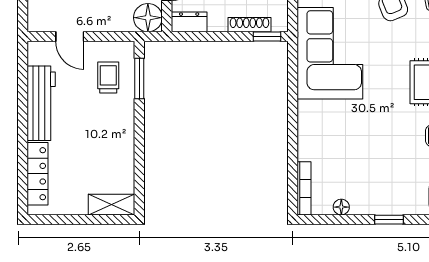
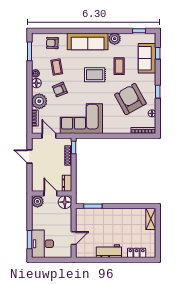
trolley: (108, 78) -> (92, 220), removed
workbench: (41, 103) -> (109, 251), width x0.73
armchair: (373, 160) -> (130, 99), added
locker: (38, 174) -> (137, 253), width x0.66

